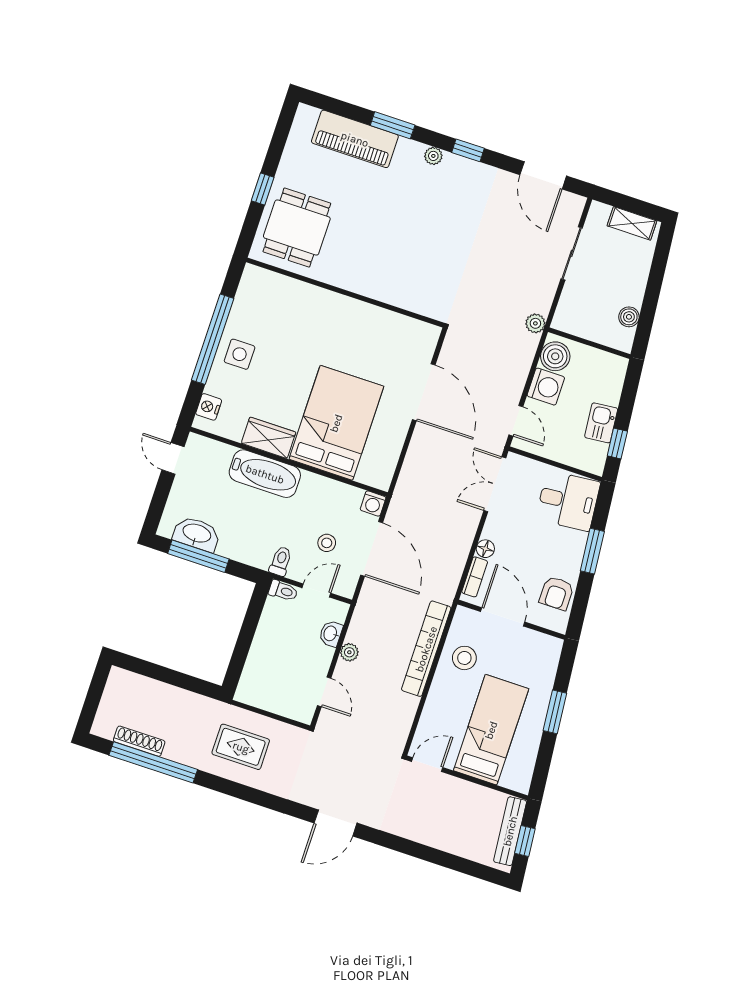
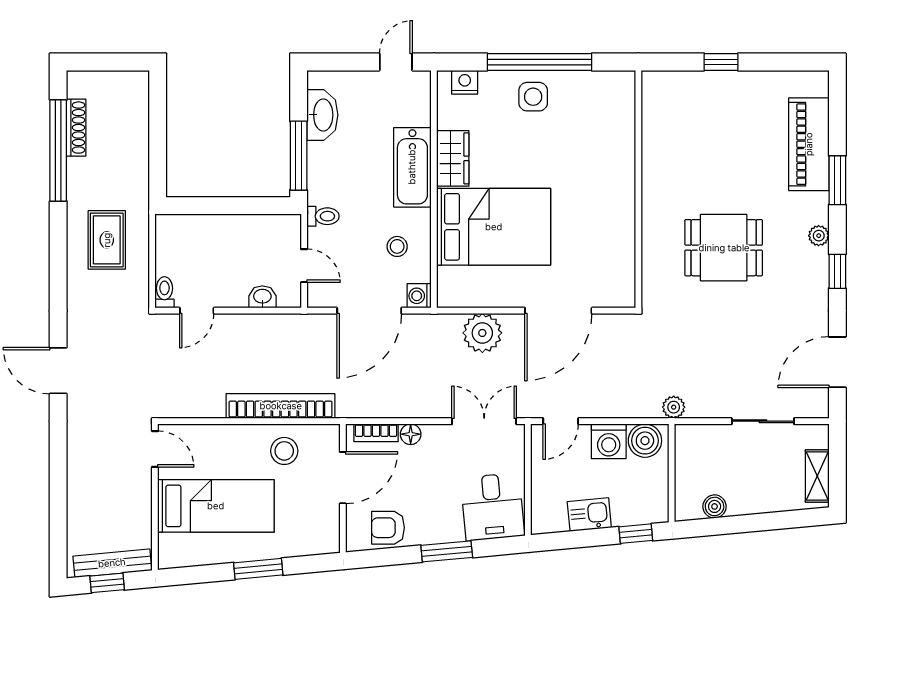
dining table: (297, 228) -> (724, 248), moved
window: (617, 444) -> (636, 534), moved
stool: (327, 543) -> (397, 246), moved
window: (198, 556) -> (299, 156), moved
toilet: (283, 591) -> (164, 292), moved, turned 180
plant: (349, 652) -> (482, 333), moved, width x1.88, depth x1.88

